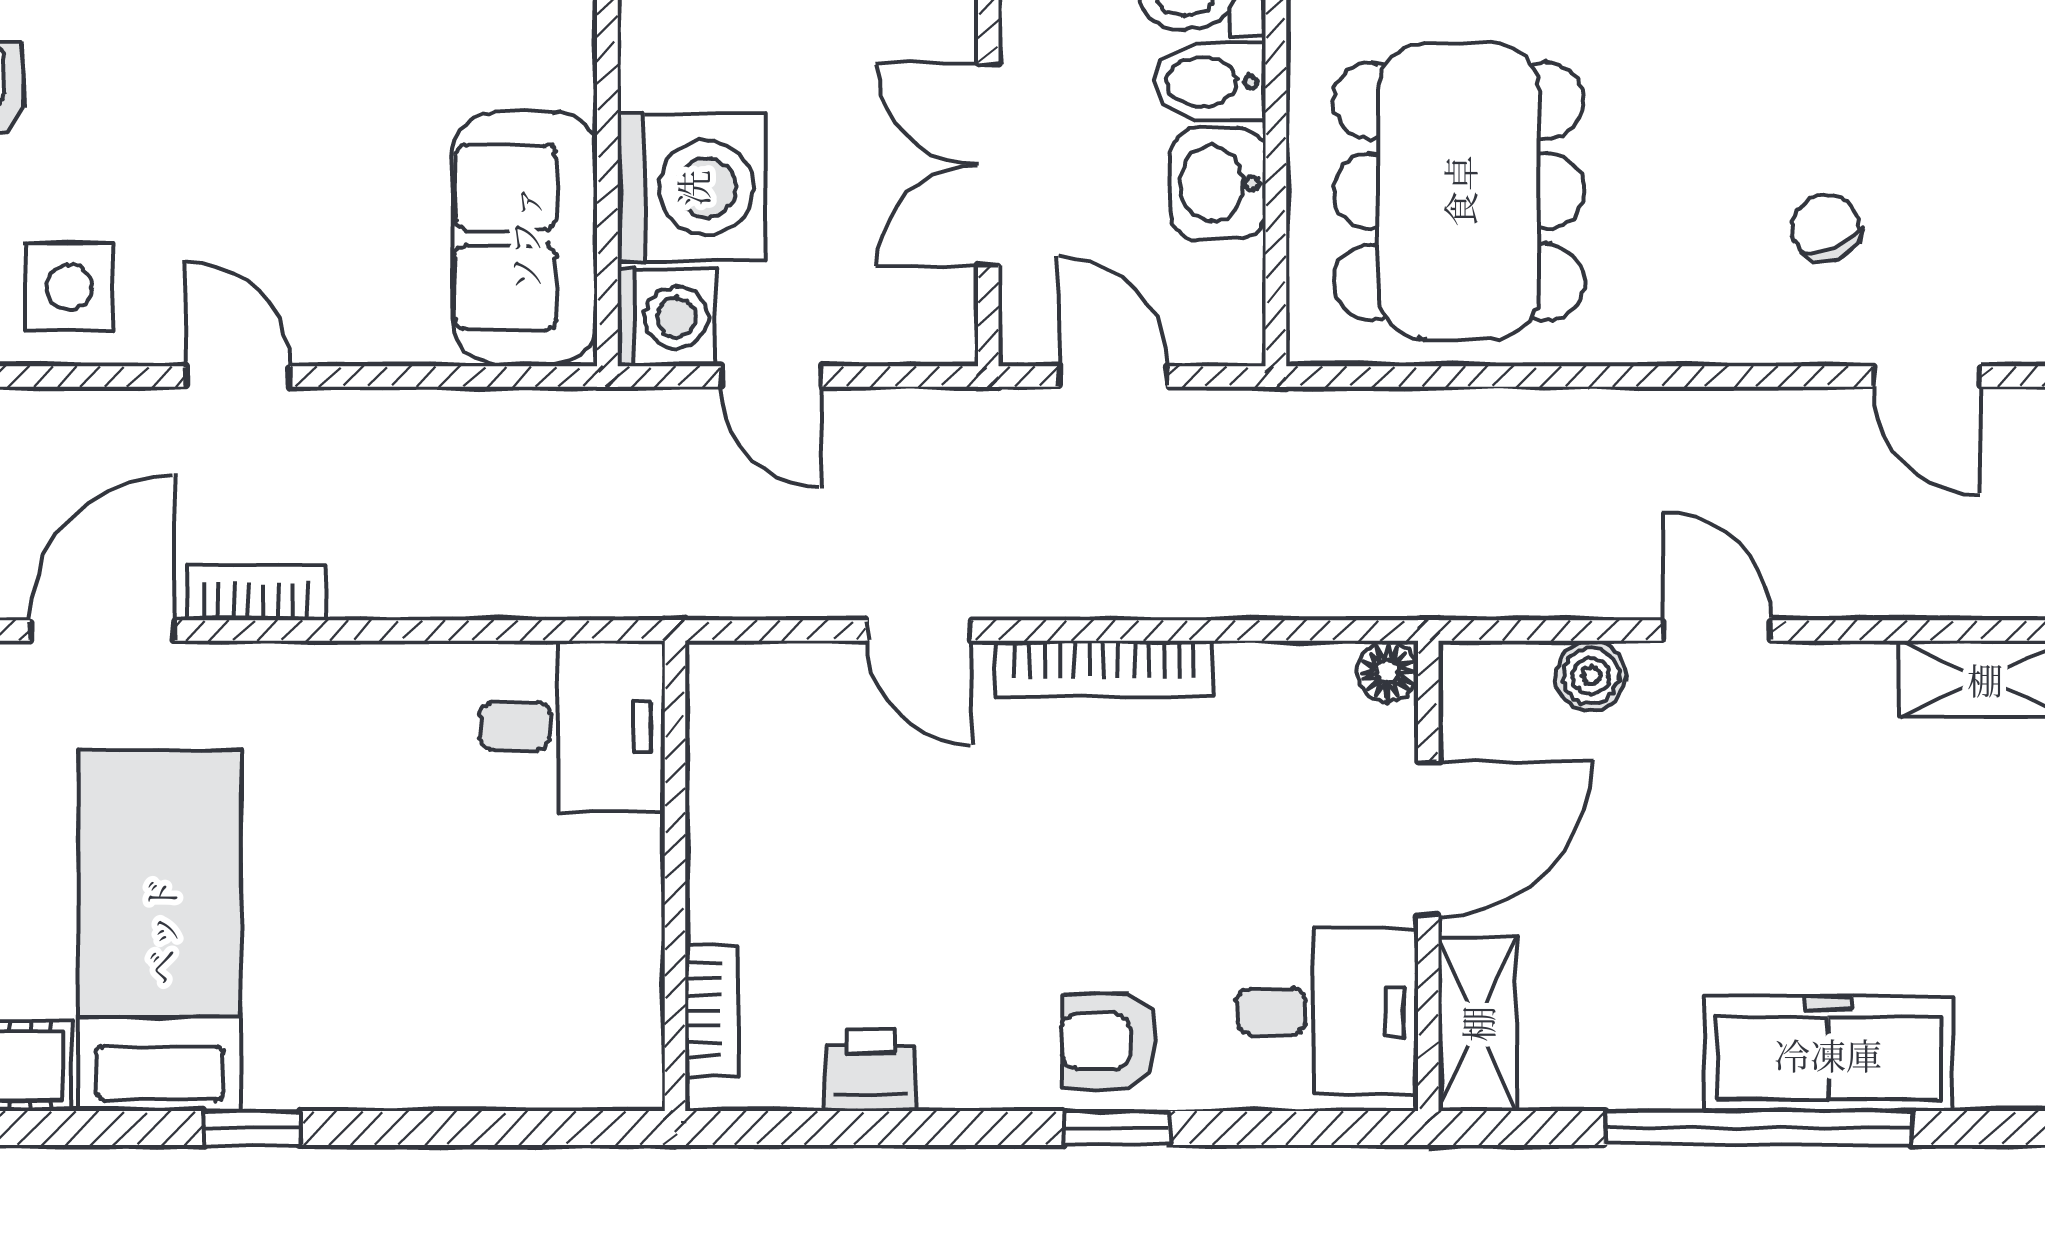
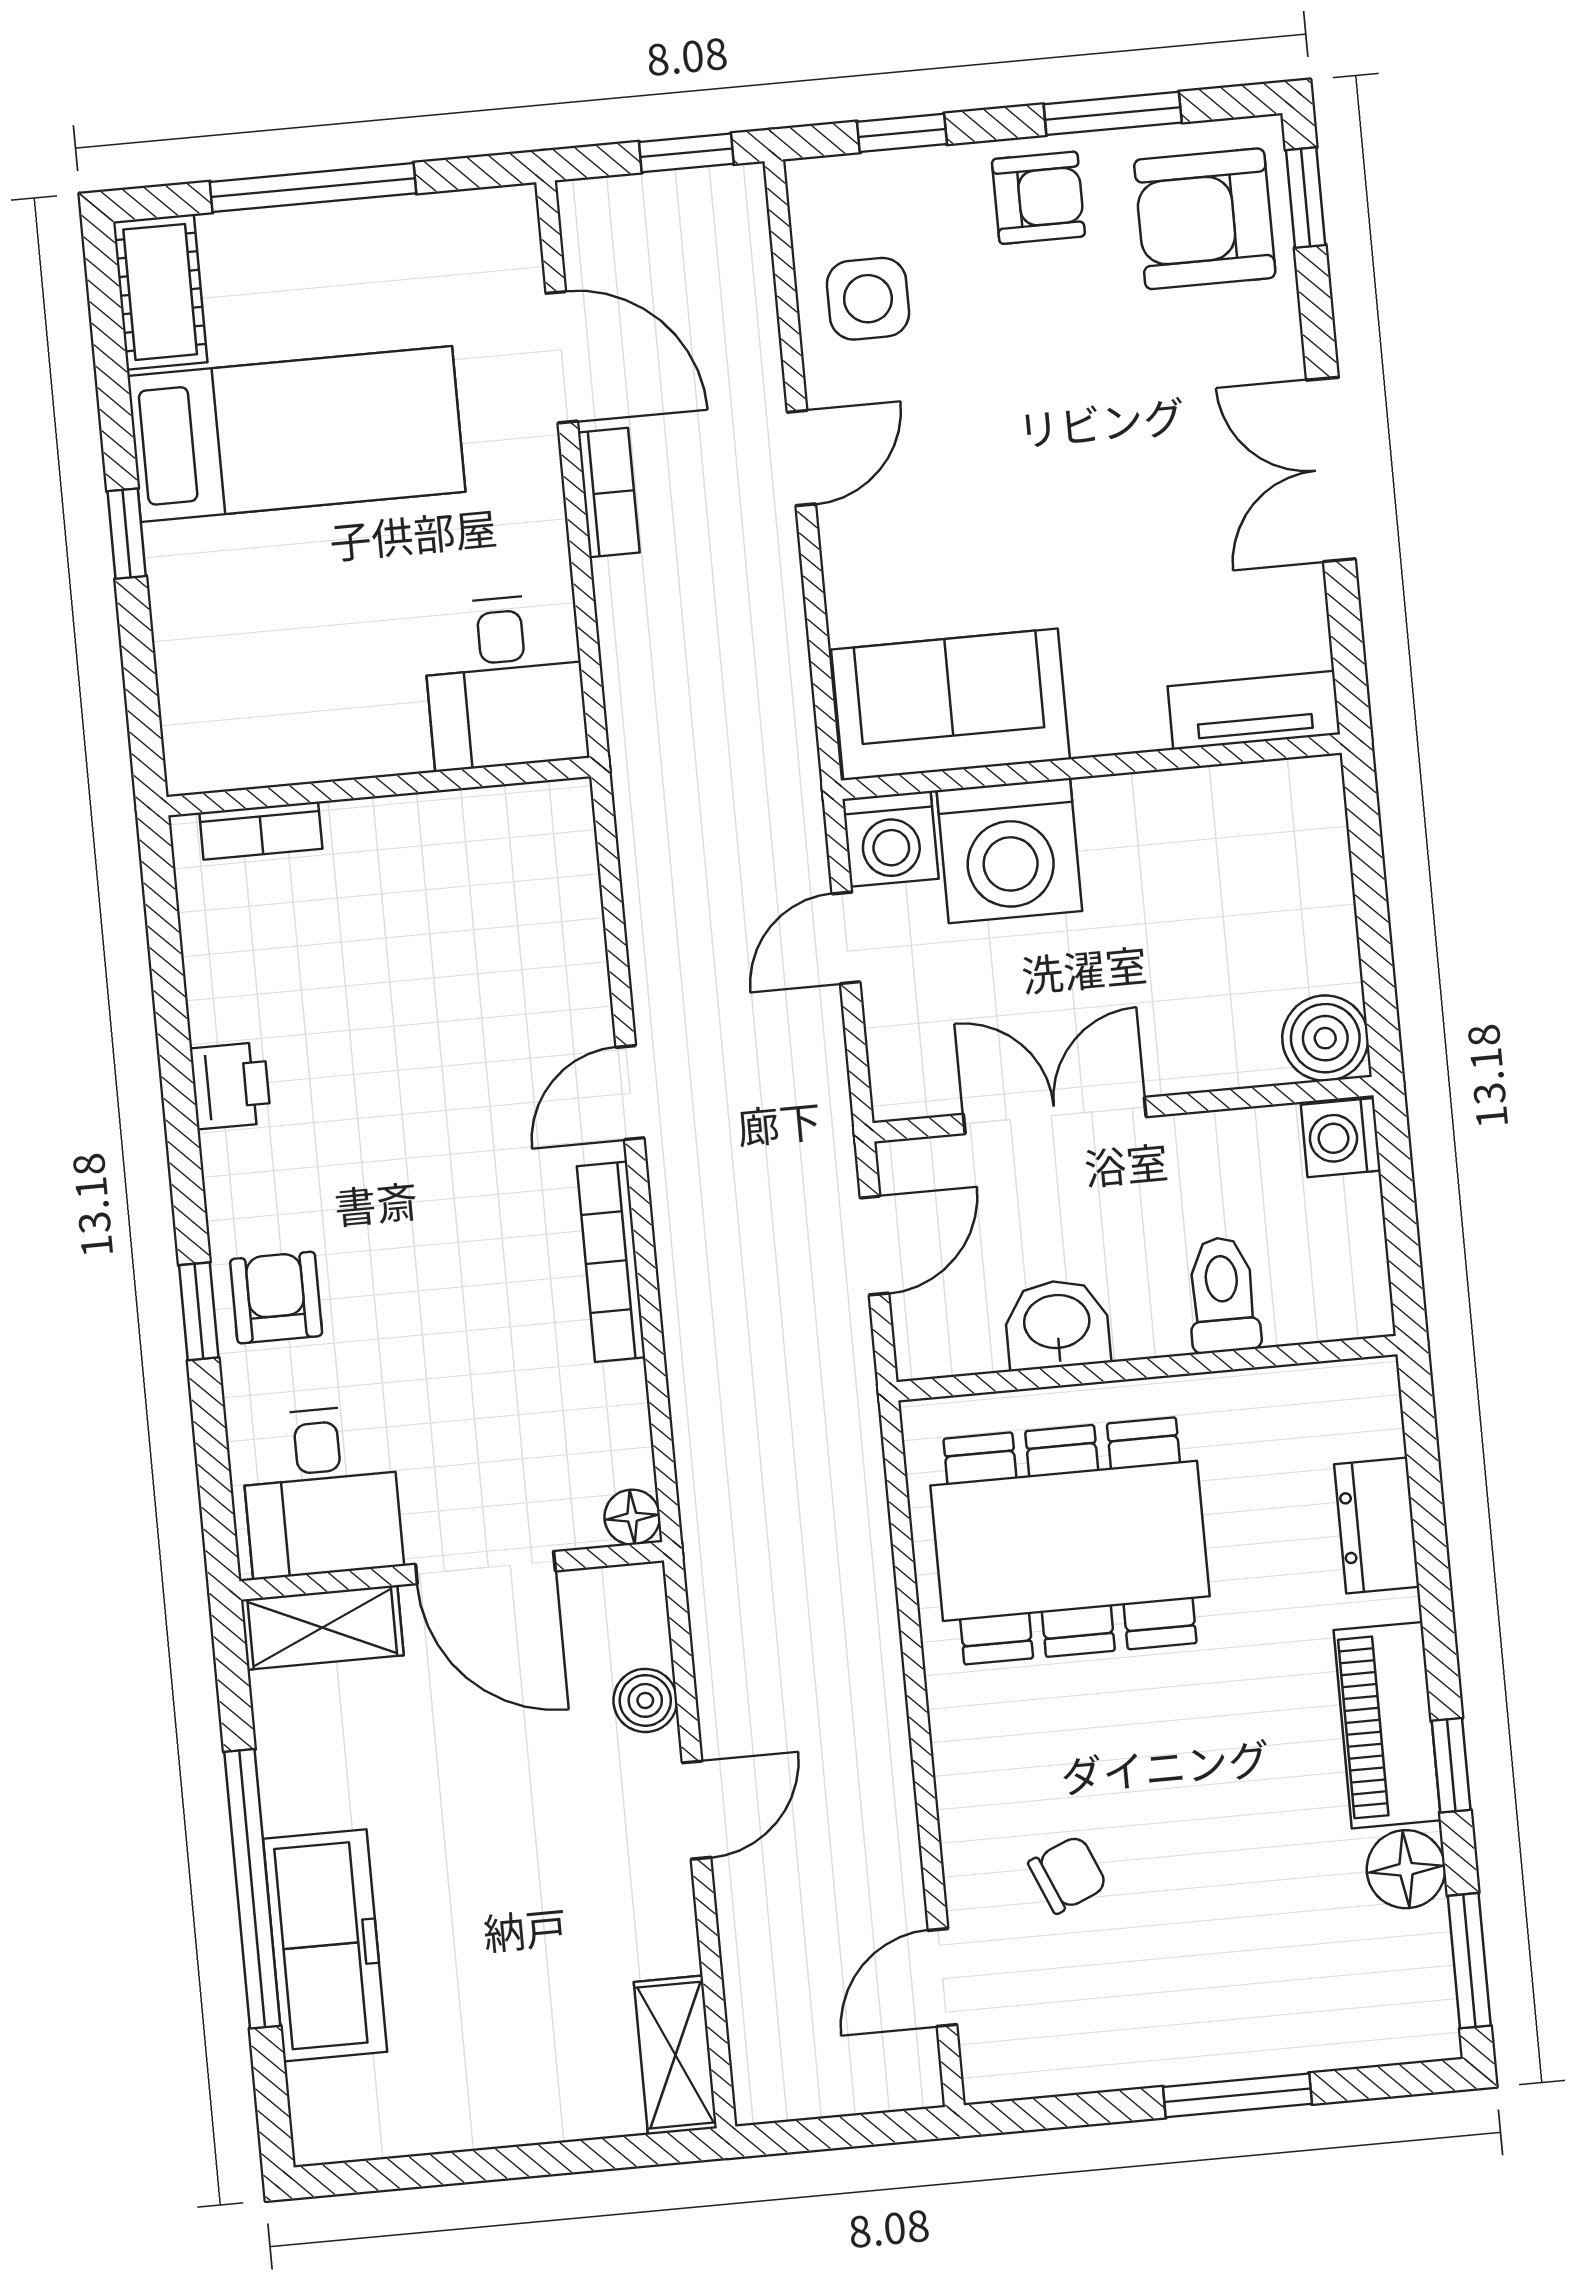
bidet: (1210, 82) -> (1148, 1308), removed
desk: (573, 726) -> (505, 682), moved
wall: (675, 876) -> (379, 787), moved
bookcase: (712, 1010) -> (261, 831), moved

